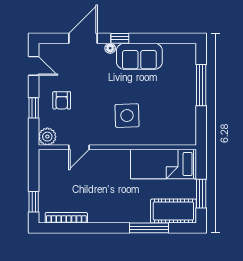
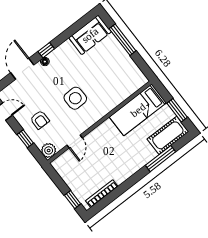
sofa: (139, 56) -> (90, 35), moved
side table: (127, 116) -> (75, 98), moved

